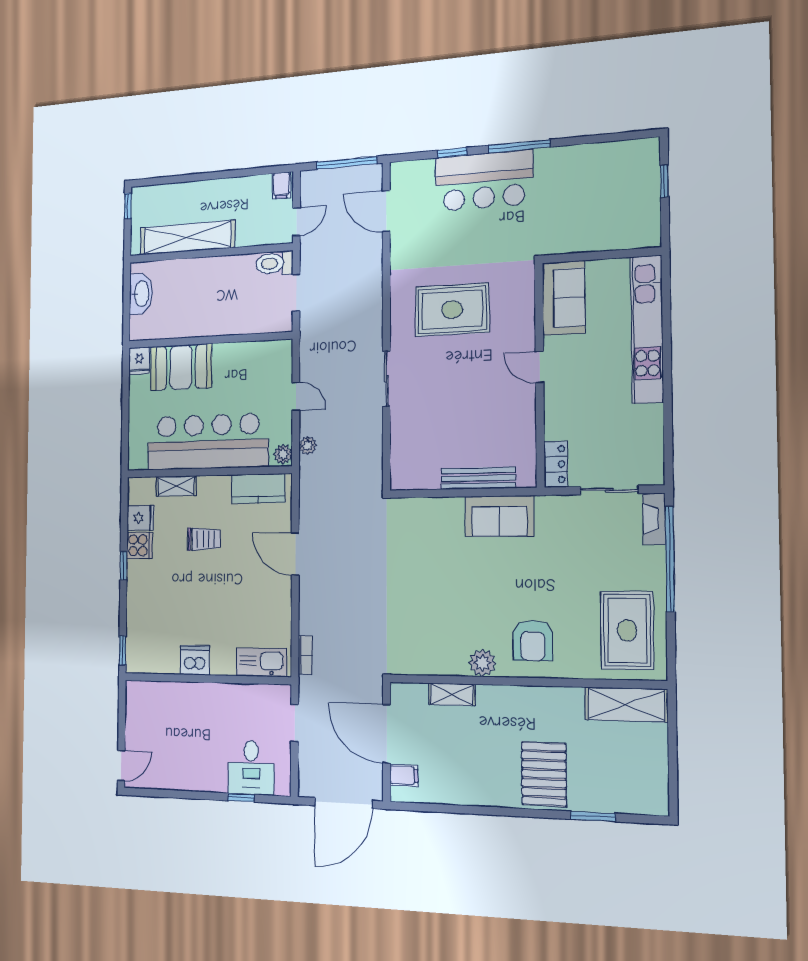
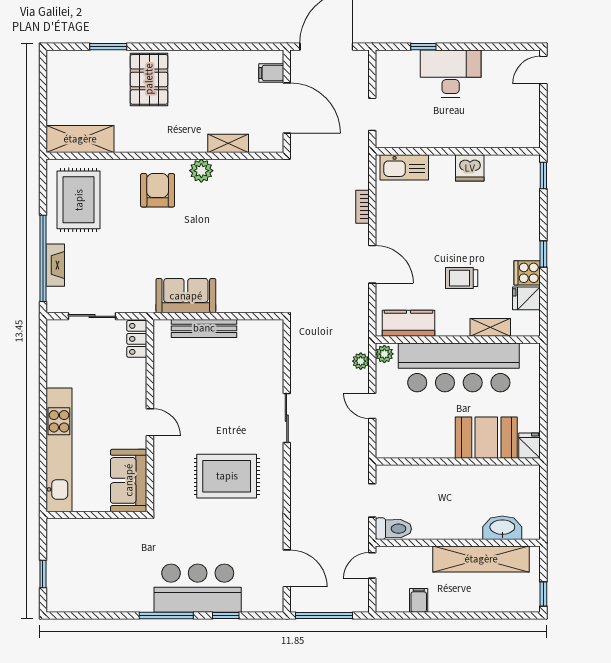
filing cabinet: (281, 185) -> (419, 600), moved
washbasin: (141, 294) -> (502, 528), moved, turned 90
fireplace: (654, 519) -> (55, 265), moved
bookcase: (305, 655) -> (362, 207), moved
desk: (251, 768) -> (451, 74), moved, width x1.37

